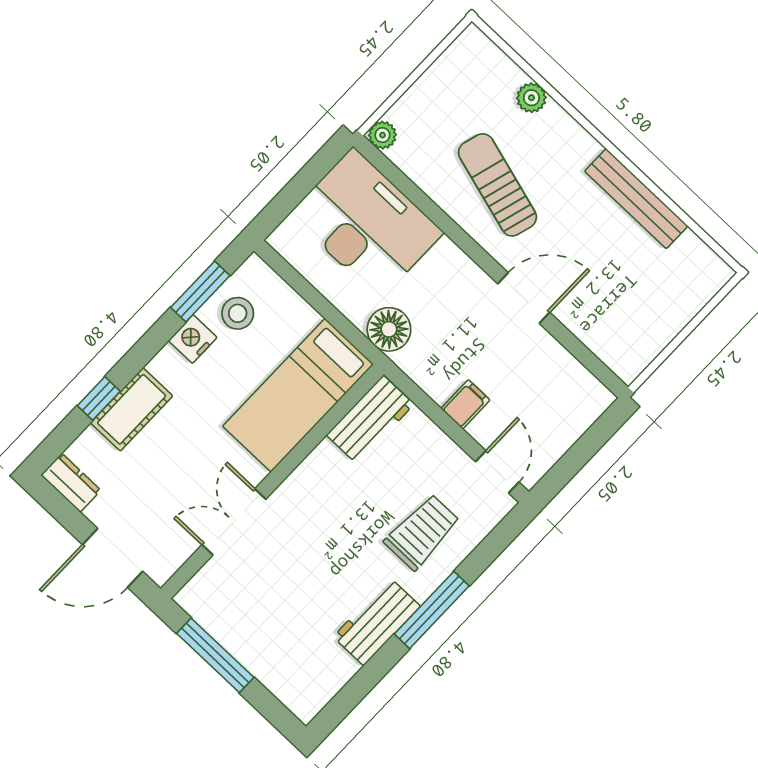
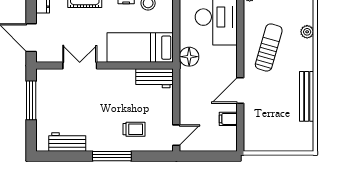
door: (524, 298) -> (240, 91), swing flipped
filing cabinet: (465, 404) -> (228, 119), moved, turned 180
trolley: (422, 532) -> (134, 129), width x0.73, depth x0.72
workbench: (377, 622) -> (67, 142), moved

